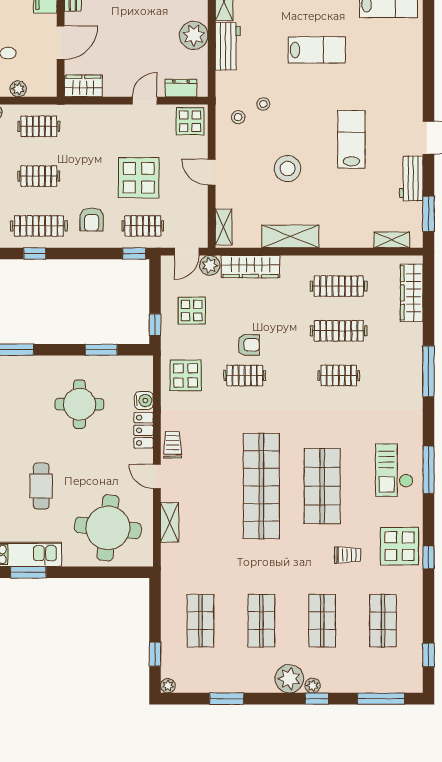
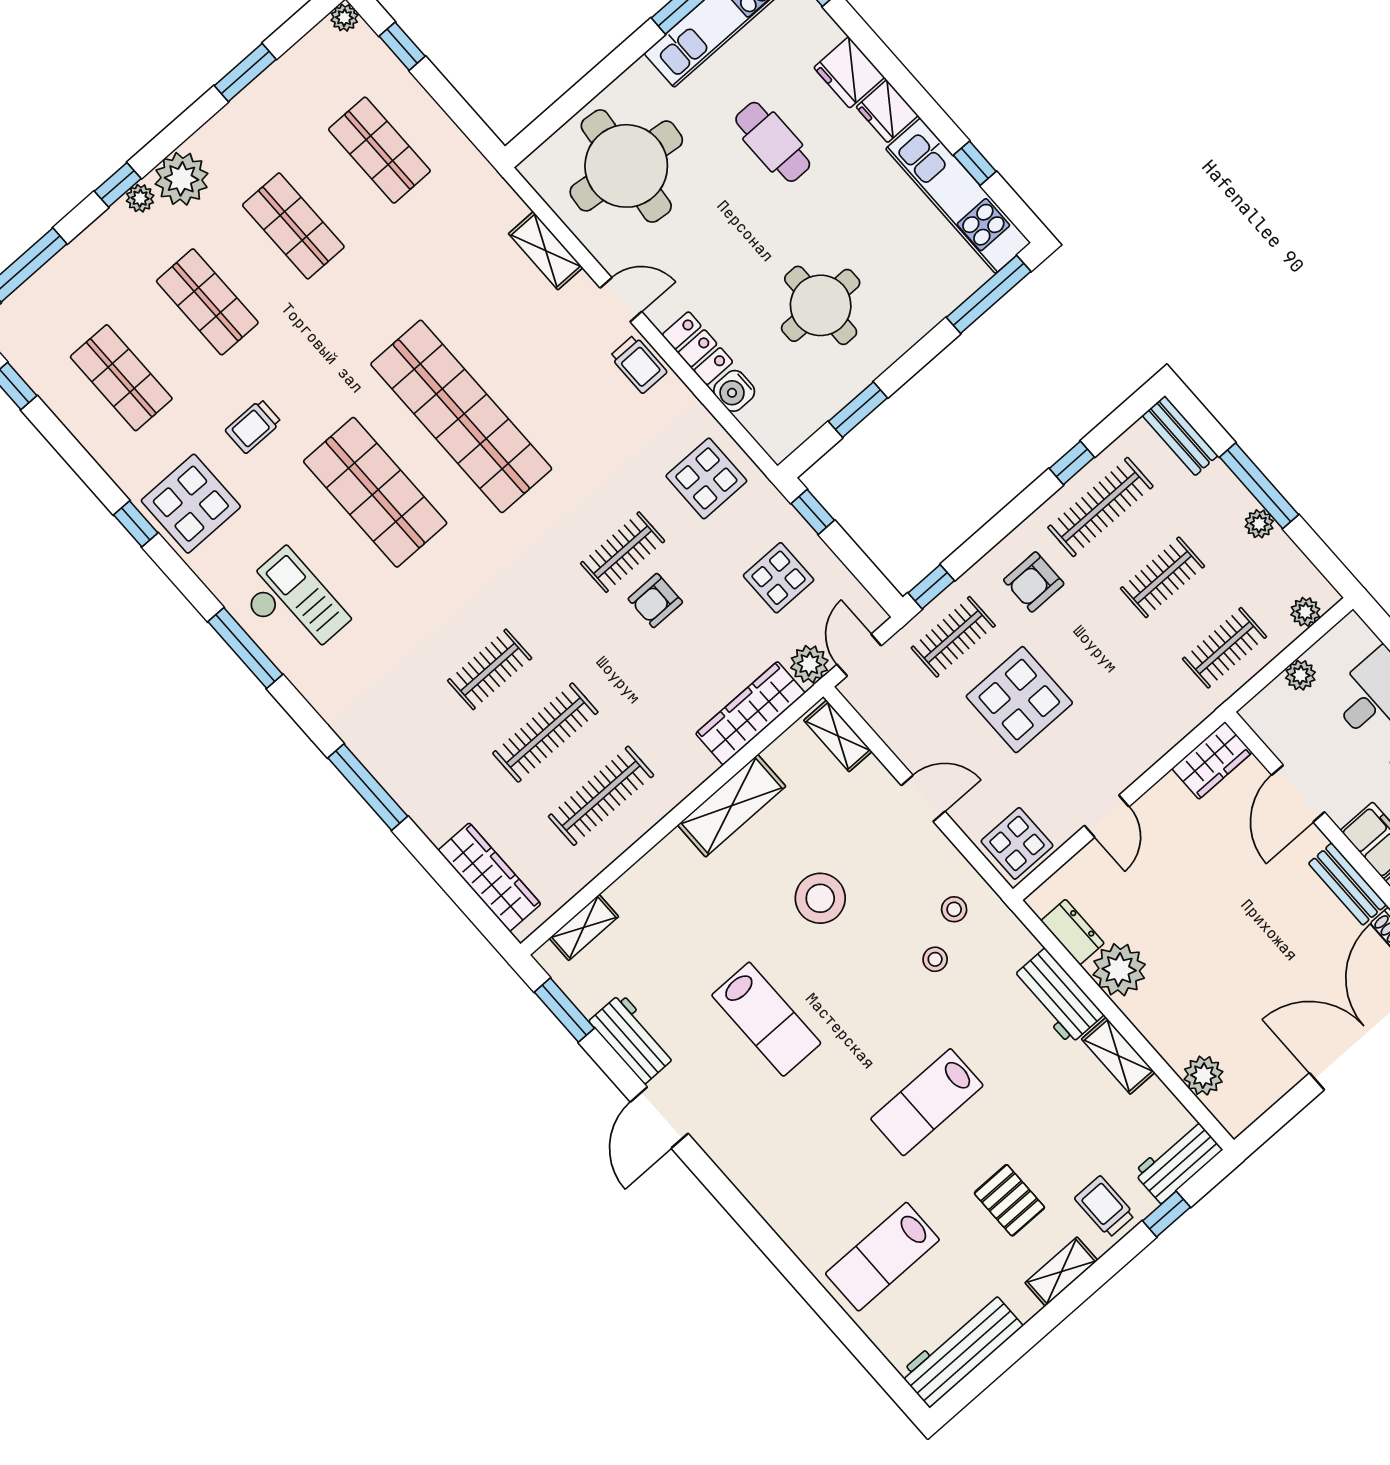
dresser: (181, 88) -> (1073, 932), moved, turned -90
armchair: (92, 219) -> (1034, 582), turned -90

